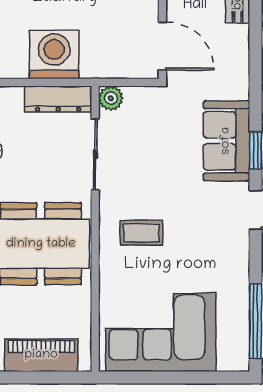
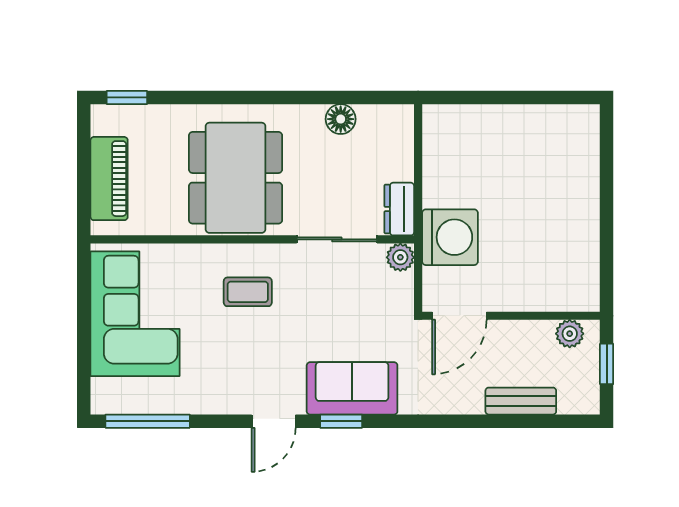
washing machine: (54, 54) -> (450, 237), moved
dresser: (58, 99) -> (399, 209), width x0.70
coffee table: (141, 233) -> (248, 292), turned 90

